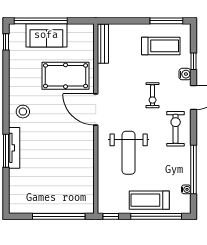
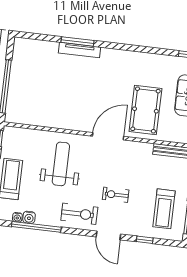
water cooler: (185, 74) -> (29, 217), moved
stool: (23, 112) -> (115, 63), removed
weight bench: (129, 153) -> (61, 164), turned 90

